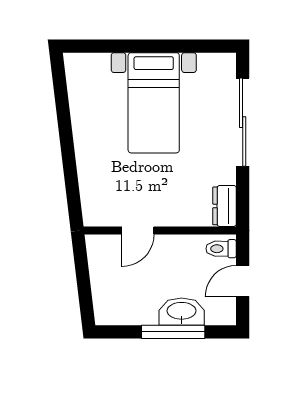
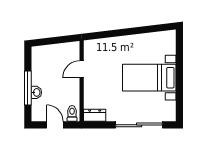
door: (138, 231) -> (82, 69), hinge flipped
washbasin: (182, 312) -> (36, 92), width x0.52, depth x0.69

